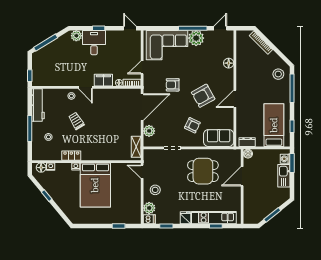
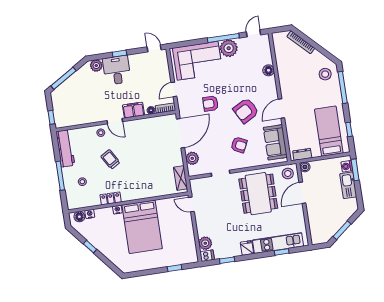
sofa: (219, 138) -> (275, 142), moved, turned -90
dining table: (203, 171) -> (258, 194), width x1.38
stool: (155, 190) -> (288, 173), moved

